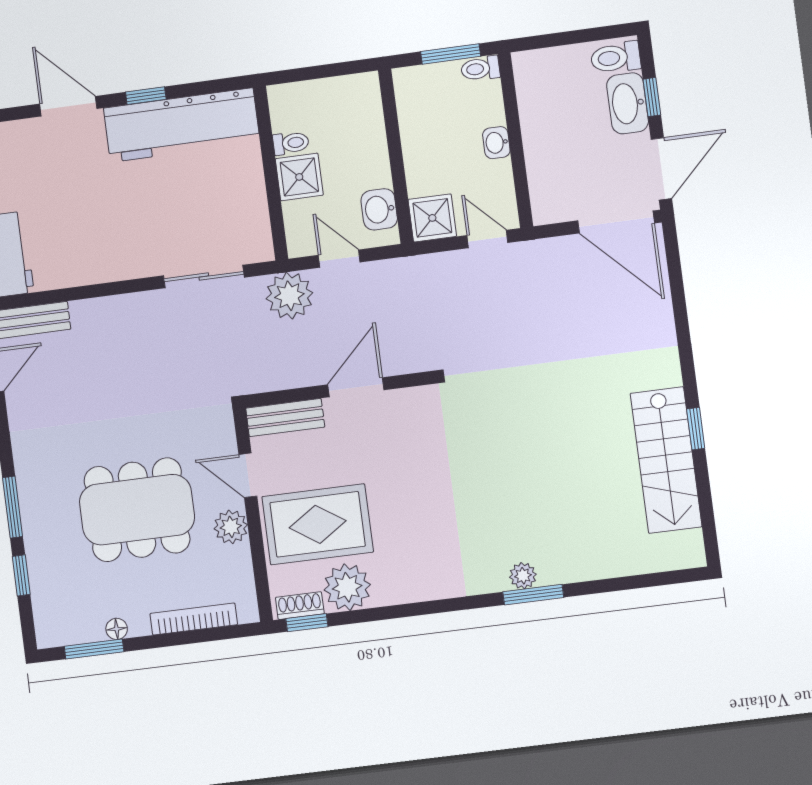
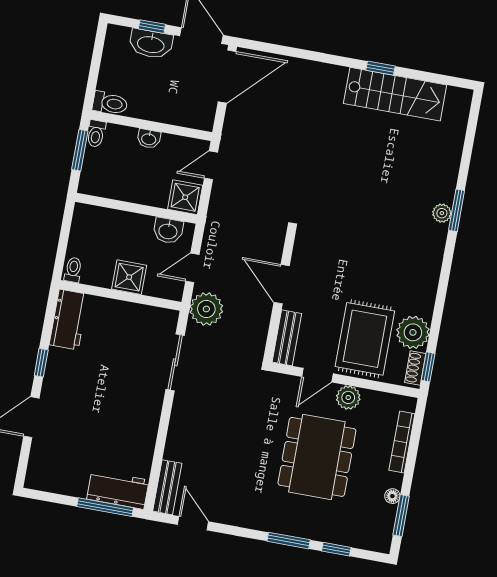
toilet: (616, 58) -> (110, 103), moved, turned -90
workbench: (182, 125) -> (69, 320), width x0.53, depth x0.76
toilet: (291, 143) -> (73, 270), moved

